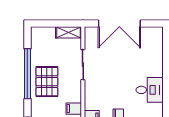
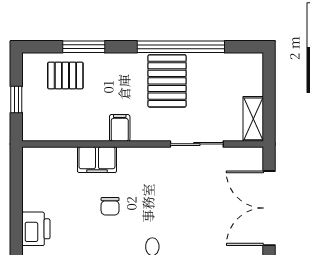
pallet: (47, 82) -> (167, 81), turned 90

